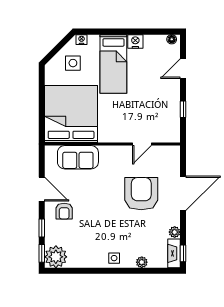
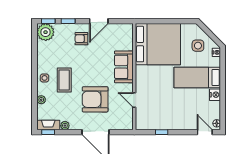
door: (183, 69) -> (205, 132), moved
sofa: (78, 157) -> (124, 67), moved
armchair: (141, 194) -> (95, 99), turned 180
coffee table: (117, 233) -> (64, 80), added

